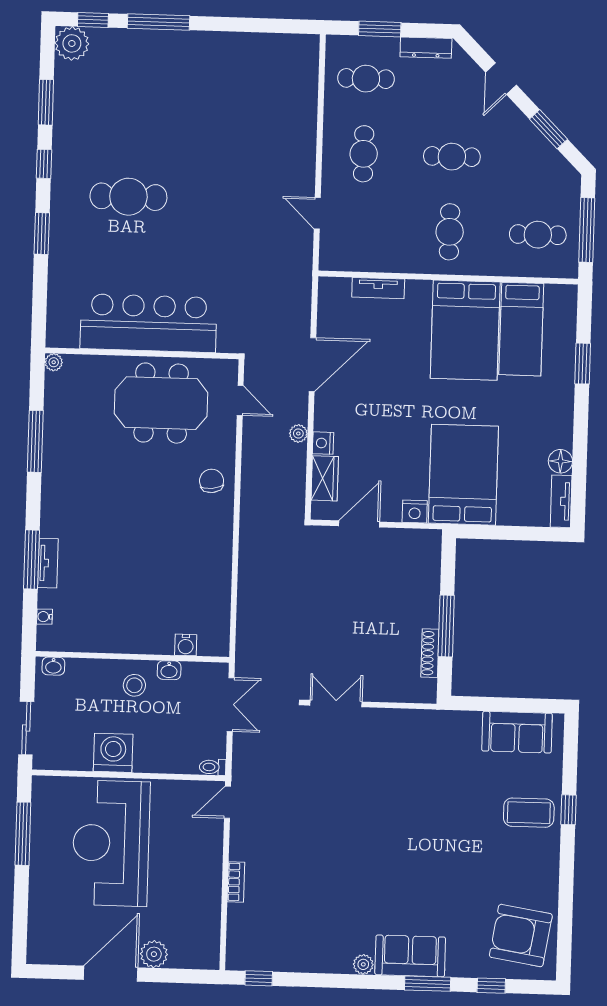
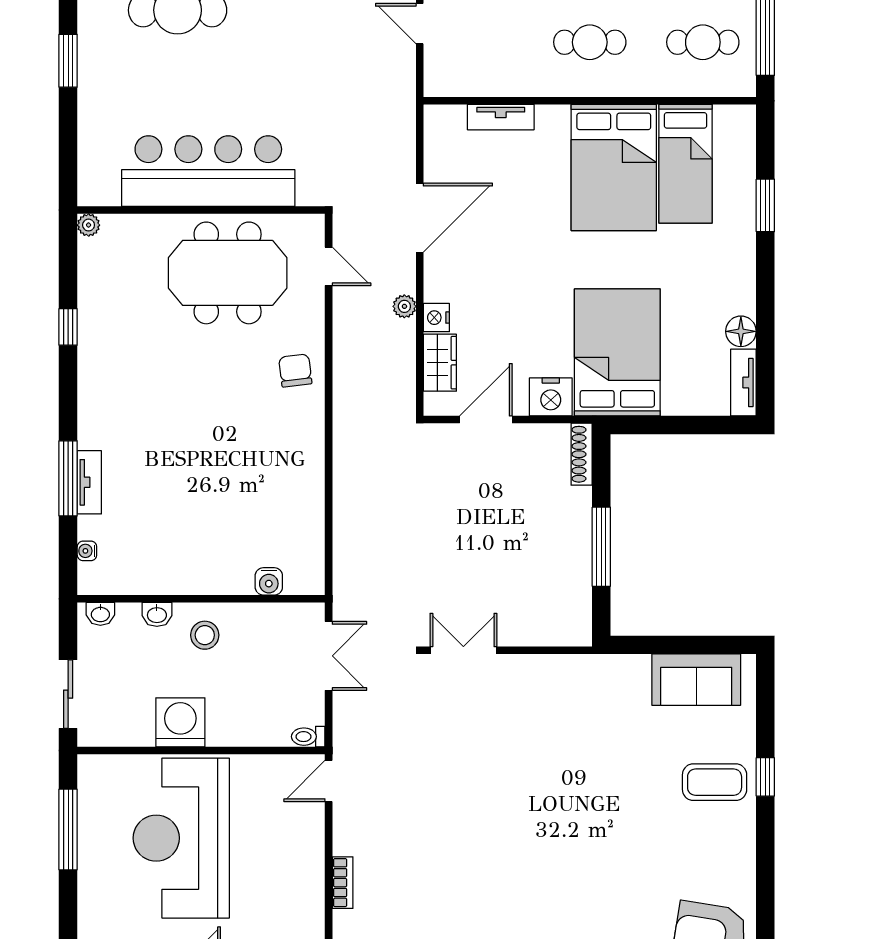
cafe table: (450, 232) -> (590, 42), turned 90
window: (35, 441) -> (68, 327), width x0.46
nightstand: (415, 512) -> (551, 397), width x1.36, depth x1.33
shoe rack: (430, 653) -> (582, 454), moved
washbasin: (169, 670) -> (157, 614), moved

